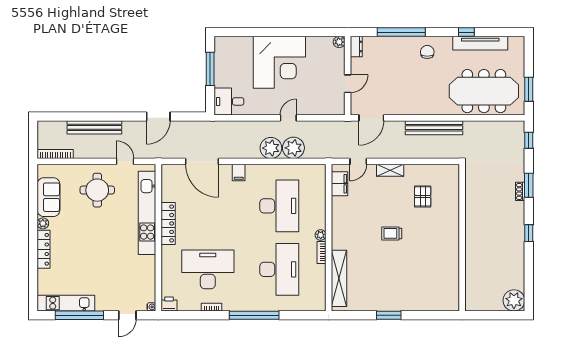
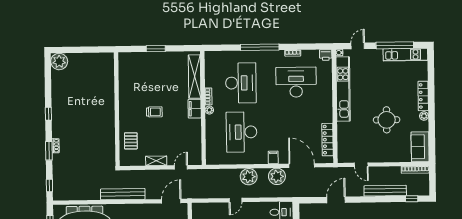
window: (60, 116) -> (412, 199), added
plant: (293, 148) -> (277, 176), moved
filing cabinet: (339, 184) -> (195, 109), moved
round table: (97, 190) -> (387, 120), moved
sofa: (49, 197) -> (420, 147), moved
kitchen unit: (147, 213) -> (343, 89), moved
locker: (168, 223) -> (328, 140), moved
wall: (462, 238) -> (117, 109), moved
desk: (208, 269) -> (296, 82), turned 180
desk: (279, 269) -> (241, 83), turned 180

